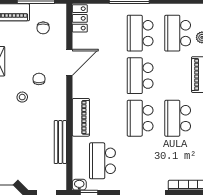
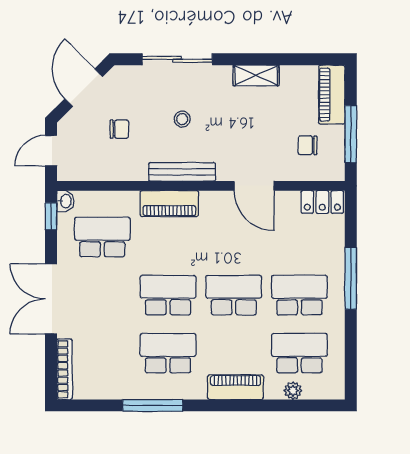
chair: (39, 79) -> (119, 129), moved
stool: (22, 97) -> (182, 119), moved
bench: (60, 142) -> (182, 172), moved

